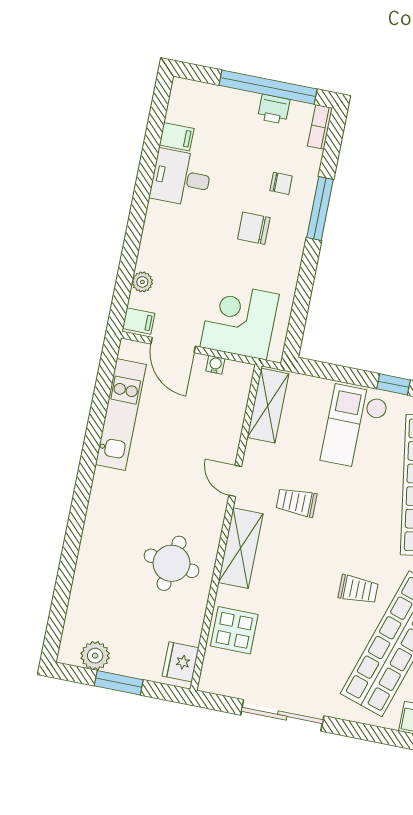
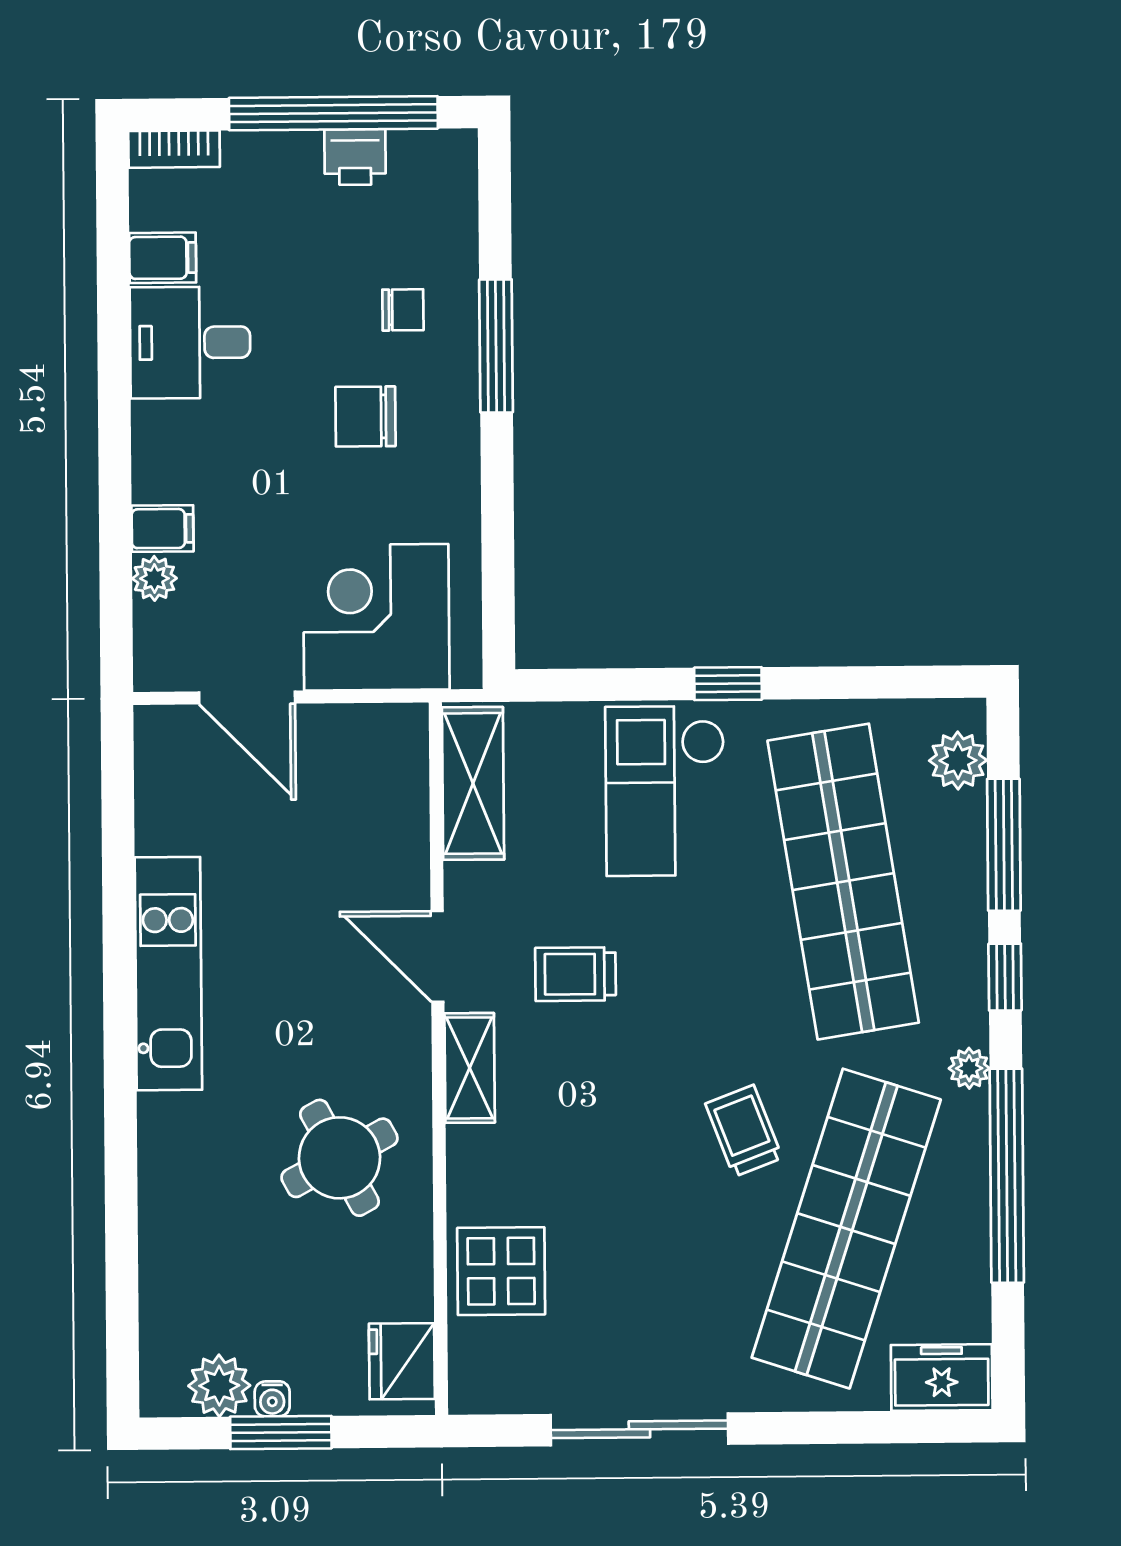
bookcase: (320, 127) -> (174, 149), moved, turned -90
filing cabinet: (139, 321) -> (162, 529), moved
water cooler: (215, 365) -> (272, 1399), moved, turned 180
kitchen unit: (121, 414) -> (168, 974), moved
door: (235, 481) -> (437, 956), width x1.37
shelving: (241, 548) -> (470, 1068), width x0.67, depth x0.75
round table: (171, 563) -> (339, 1158), turned -37
trolley: (358, 589) -> (744, 1131), turned -111

